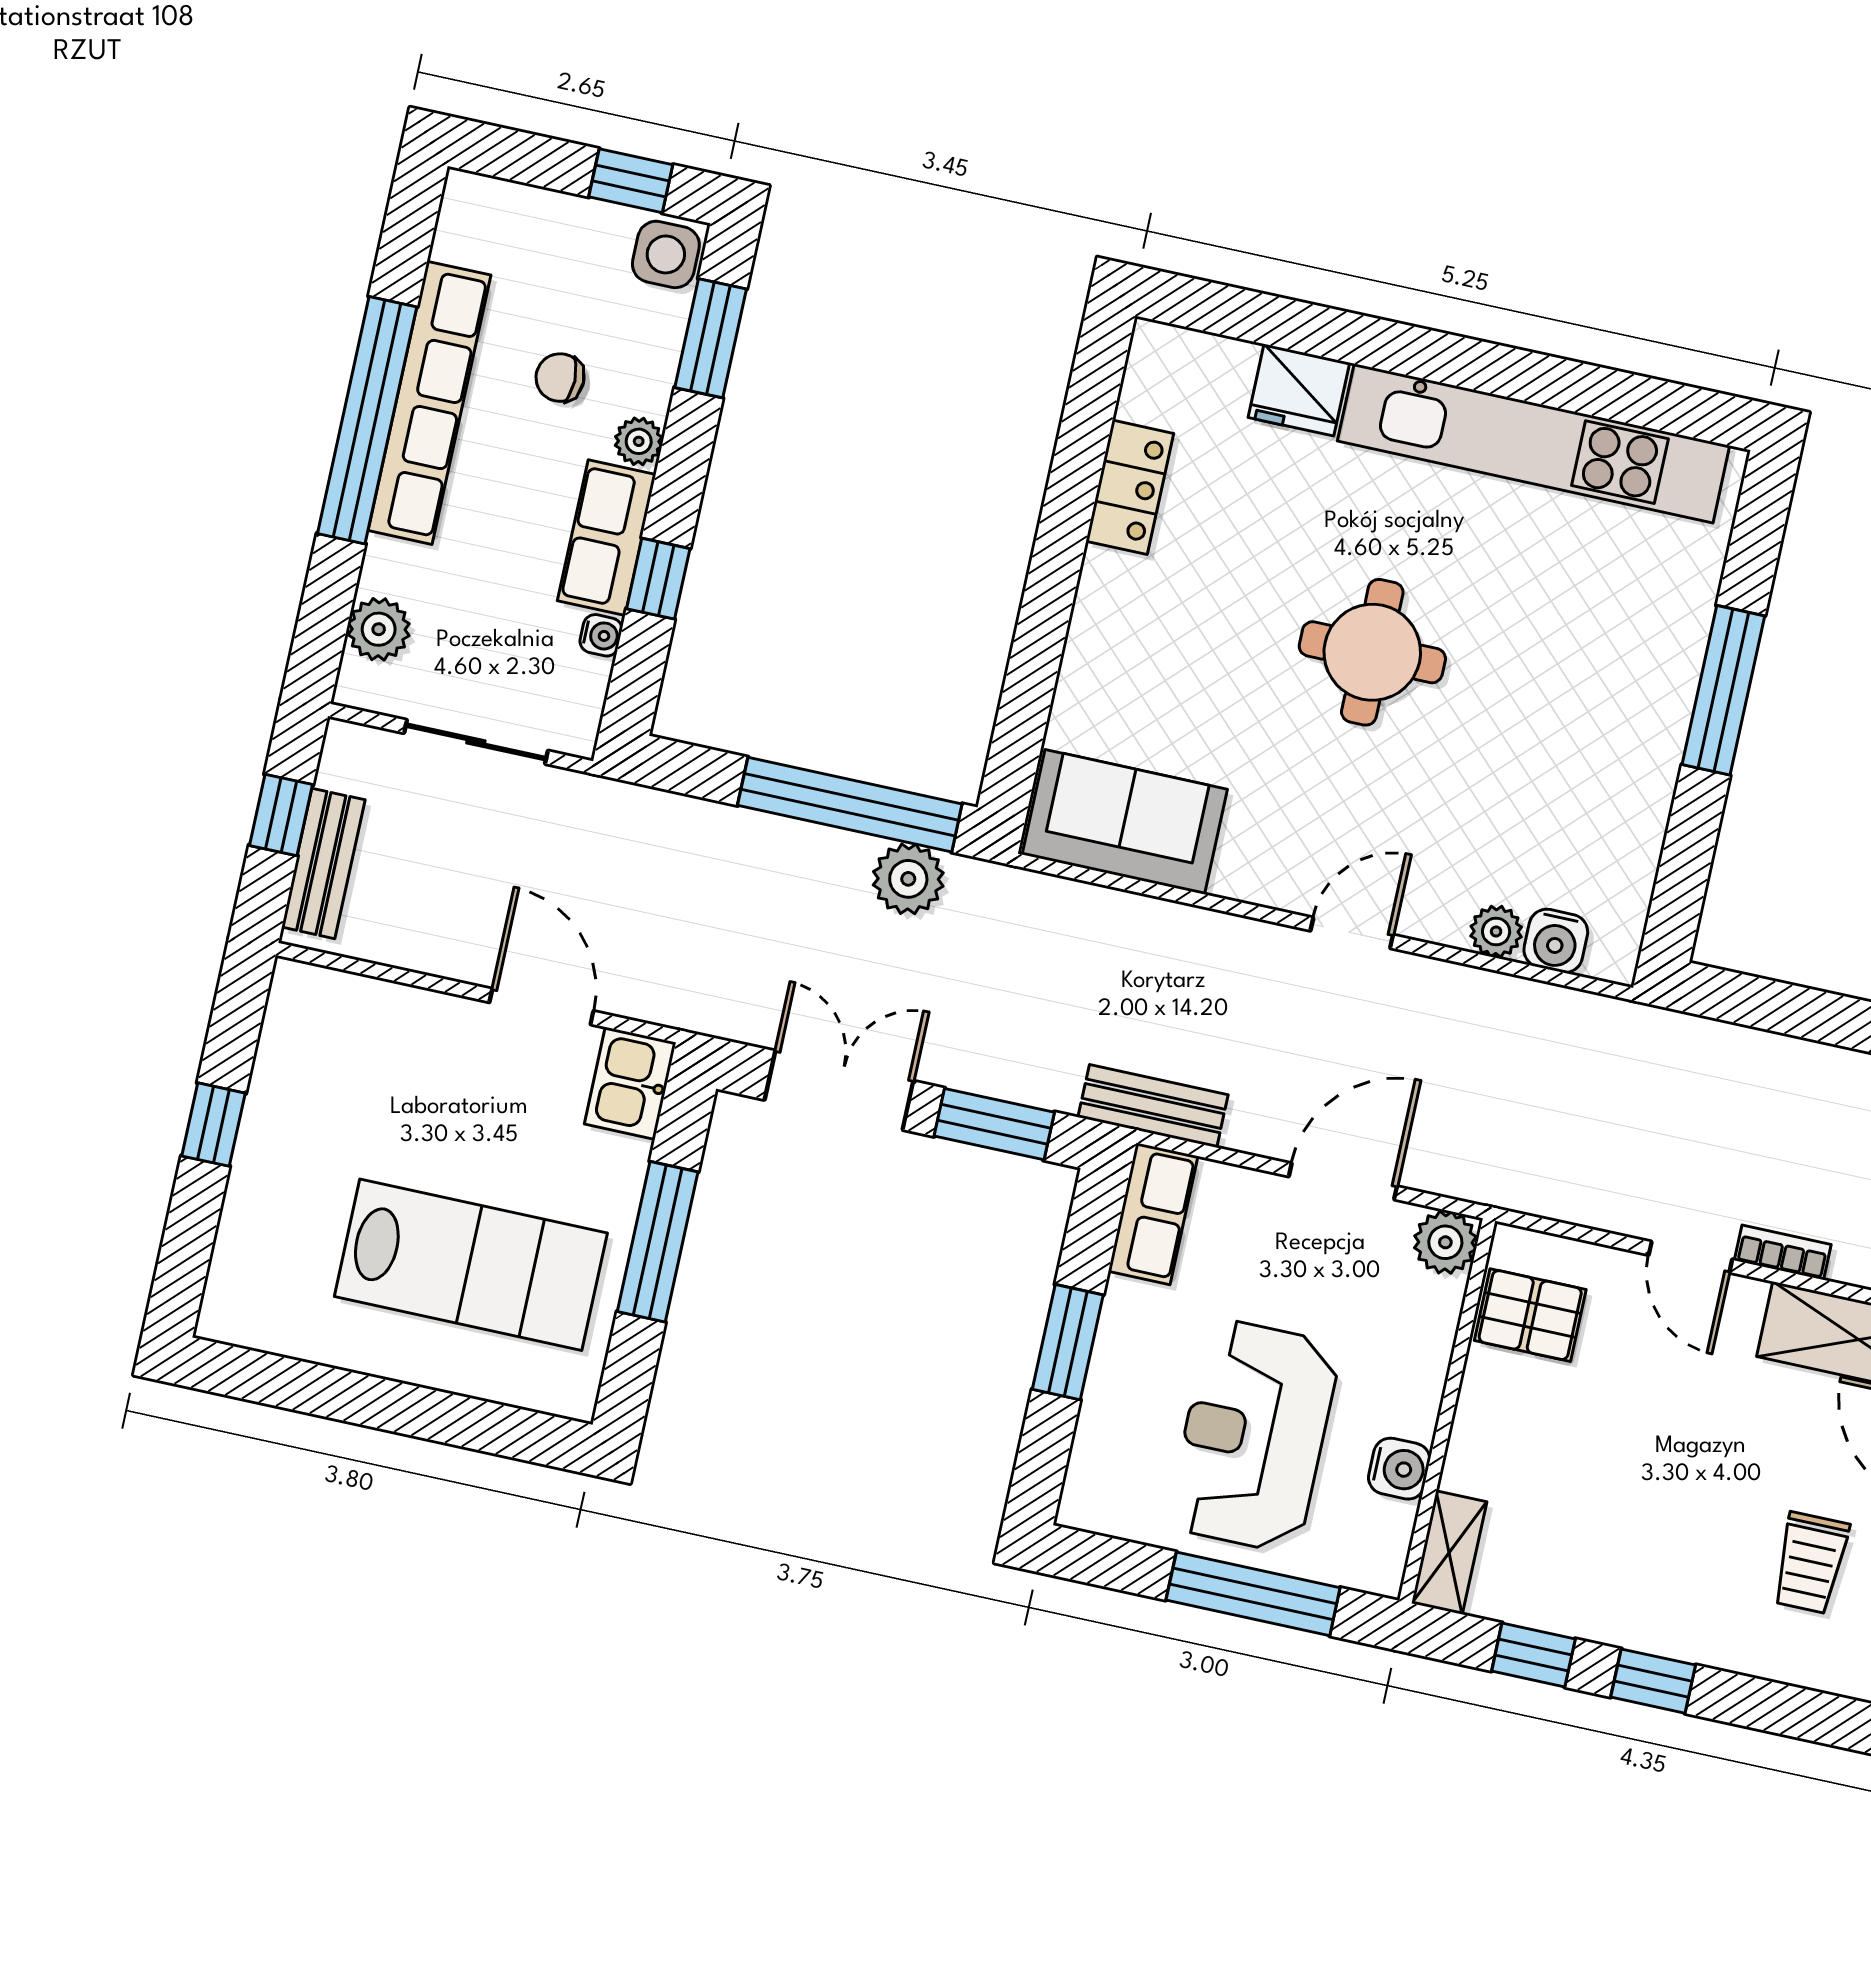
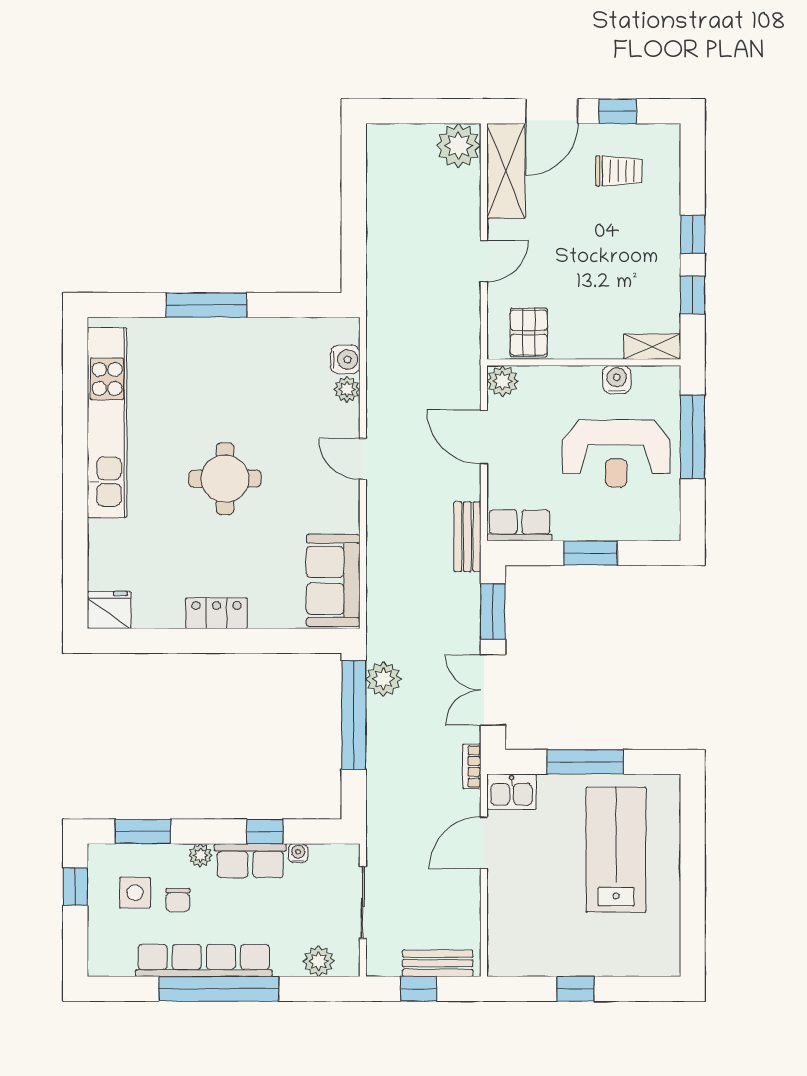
side table: (666, 254) -> (135, 893), moved
fridge: (1299, 390) -> (109, 610), moved, turned -90
locker: (1130, 487) -> (216, 613), moved
bookcase: (1783, 1252) -> (472, 766), moved

